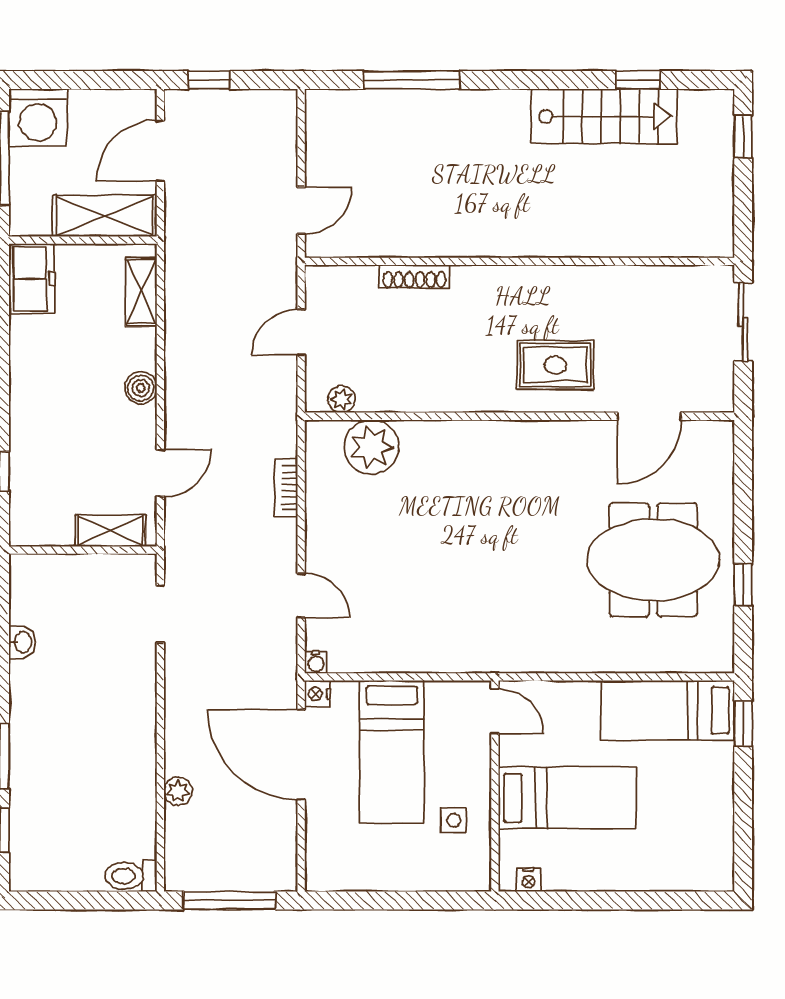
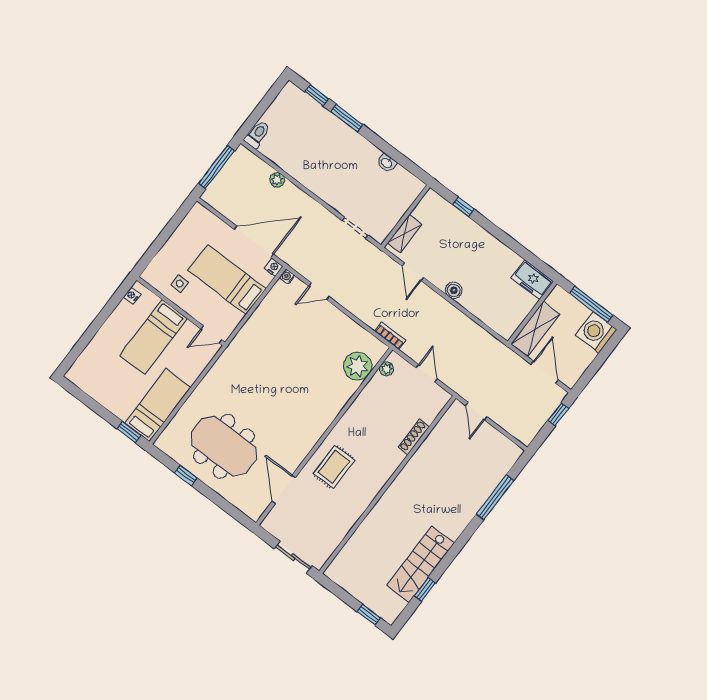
shelving: (141, 292) -> (493, 321), removed
bookcase: (286, 488) -> (390, 336), moved
meeting table: (653, 560) -> (224, 446), turned 90

